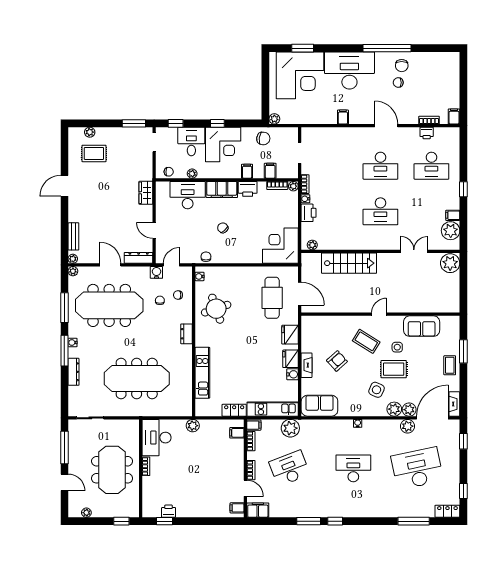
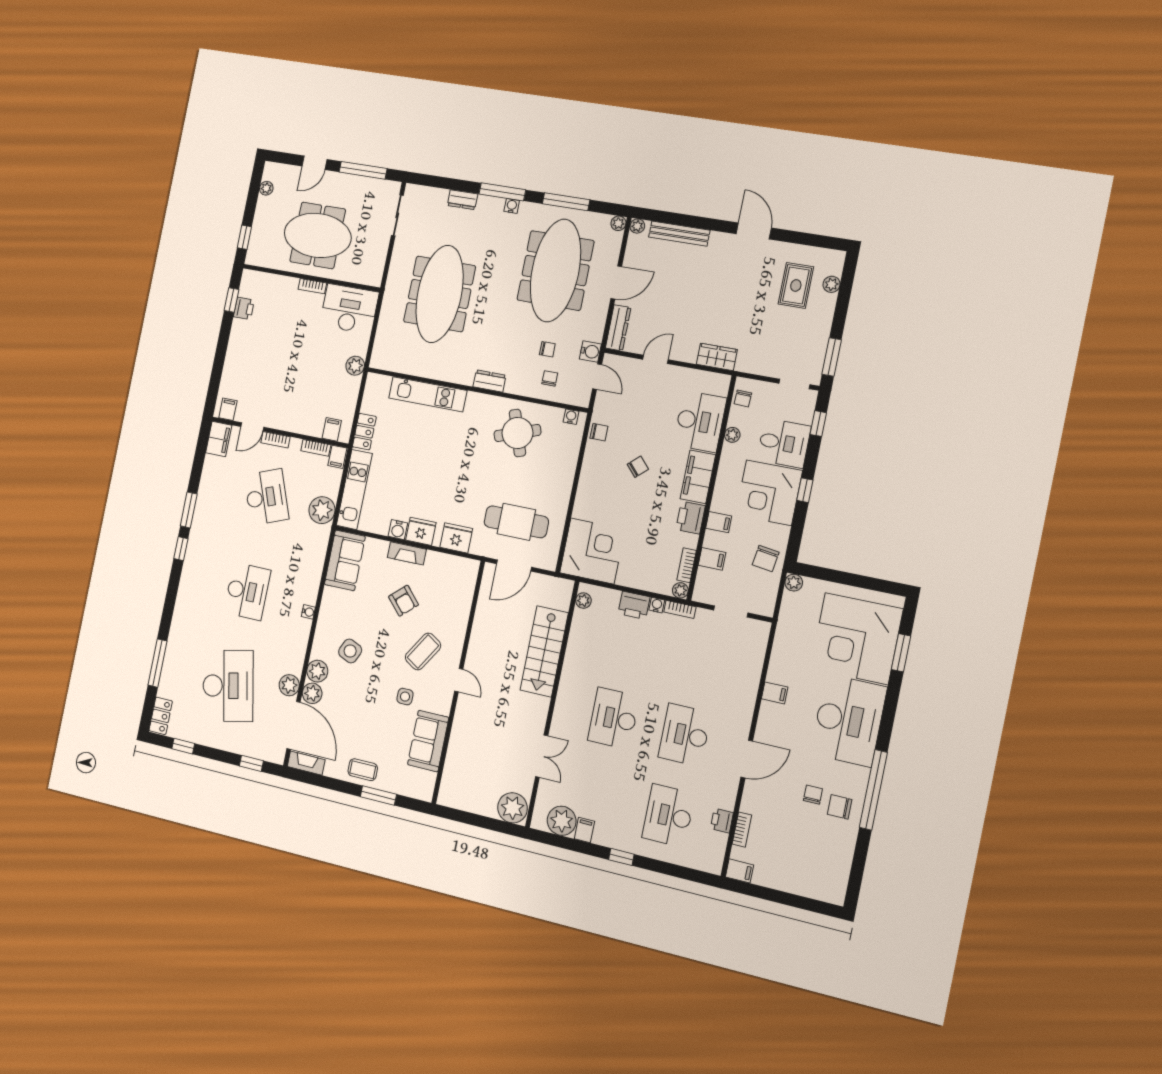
bench: (73, 236) -> (679, 234), width x1.36
rug: (394, 369) -> (374, 684), removed
dresser: (74, 372) -> (463, 200), width x0.70

